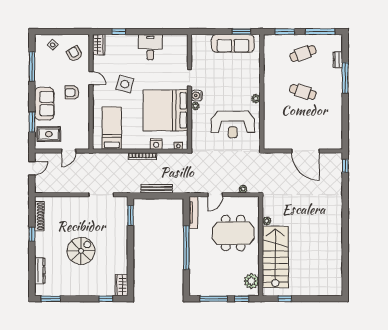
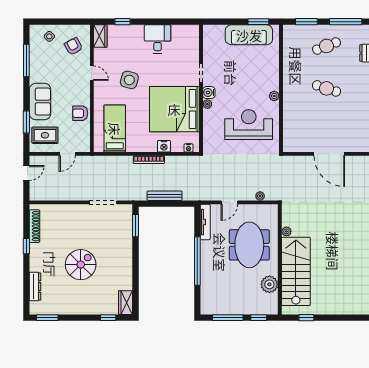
armchair: (72, 93) -> (80, 113), moved
reception desk: (233, 124) -> (249, 125), turned 180
meeting table: (233, 233) -> (249, 245), turned 90
plant: (251, 281) -> (269, 284), moved

